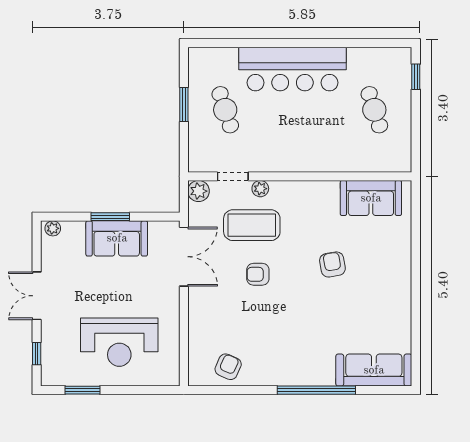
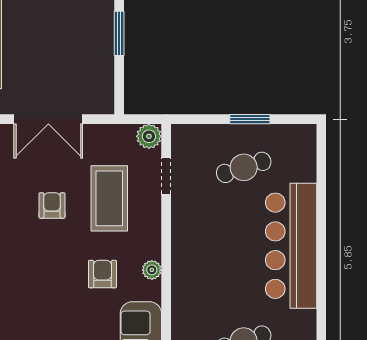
plant: (260, 189) -> (152, 270), moved
sofa: (117, 238) -> (94, 41), removed
double door: (184, 257) -> (48, 119), moved
armchair: (332, 264) -> (102, 274), moved, turned -80

